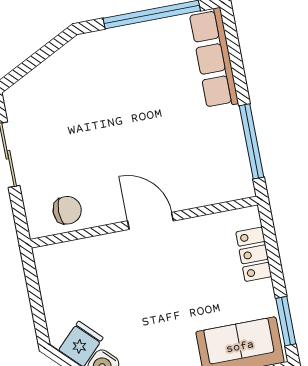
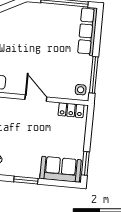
side table: (234, 178) -> (81, 90), added
locker: (254, 254) -> (71, 110), moved, turned -90

